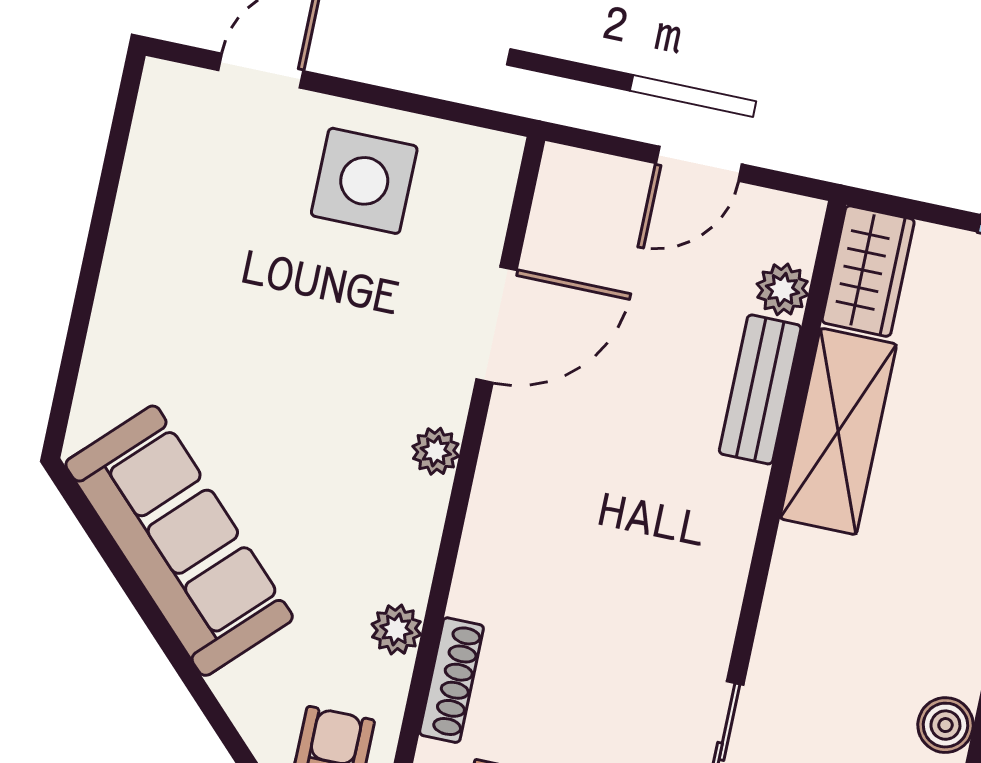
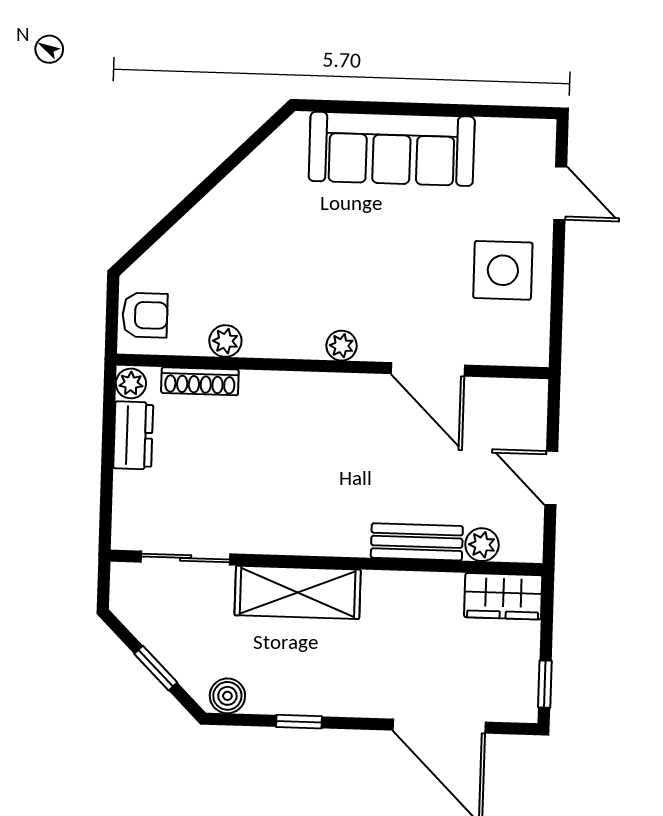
shelving: (838, 431) -> (298, 592), moved
sofa: (179, 541) -> (392, 149), moved, turned 45

